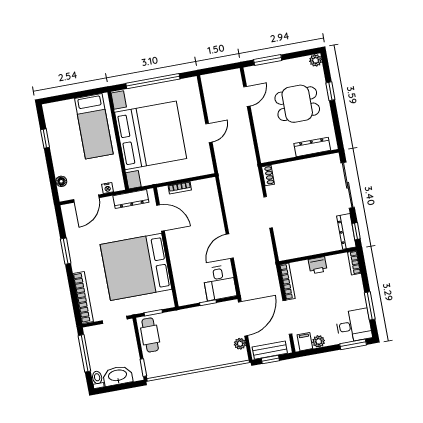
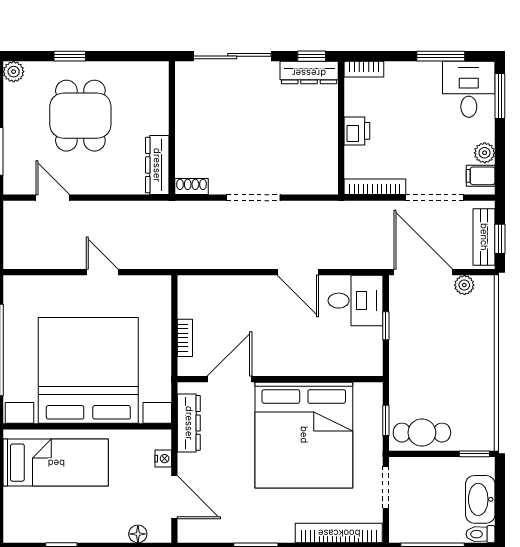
dresser: (312, 147) -> (157, 165), moved

